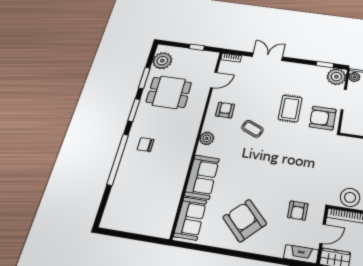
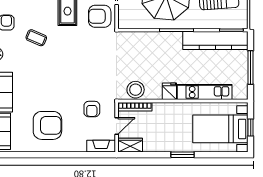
armchair: (245, 221) -> (47, 125), turned 135

